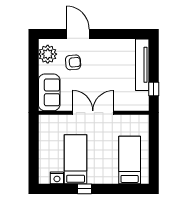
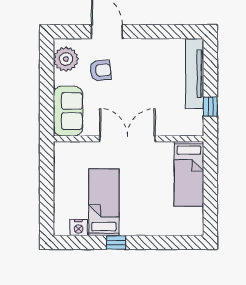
bed: (130, 160) -> (189, 174), moved, turned 180

